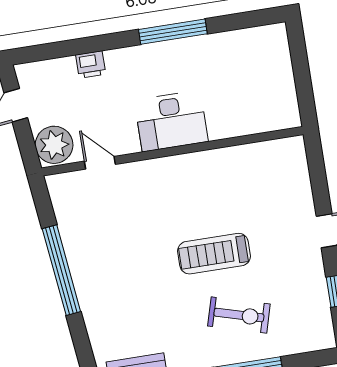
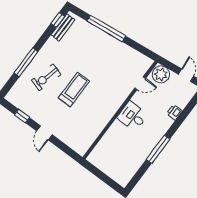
desk: (171, 121) -> (133, 116), width x0.73
window: (61, 270) -> (106, 28), moved

